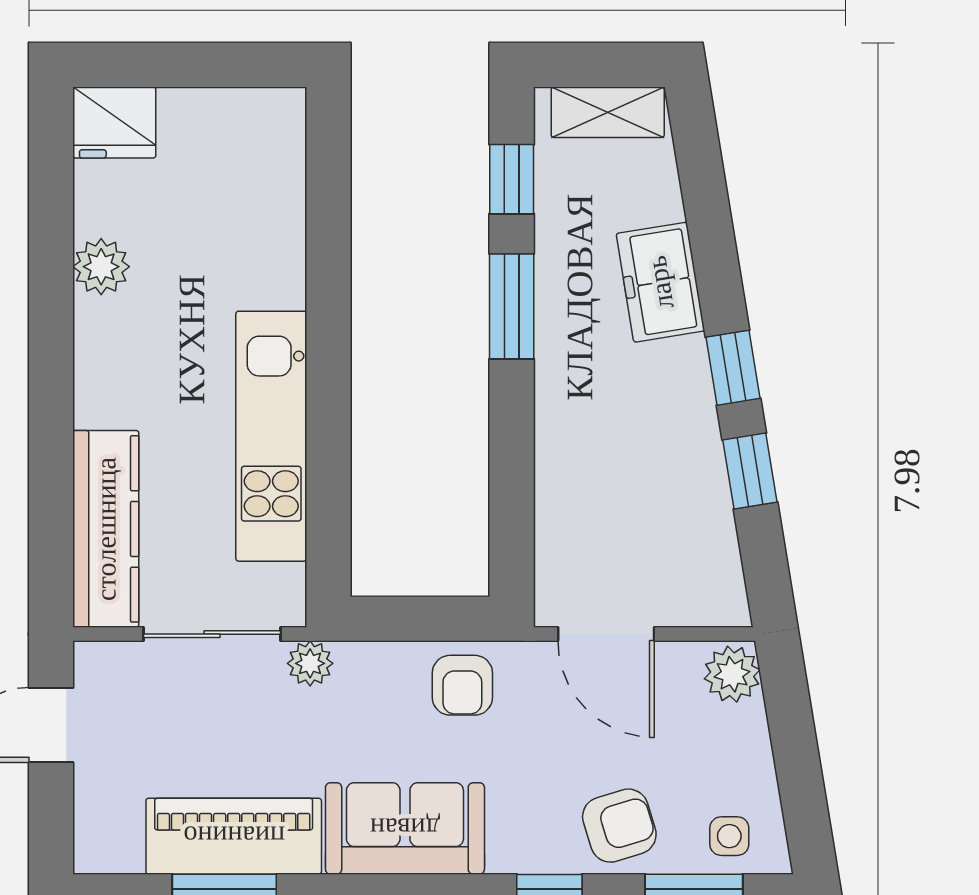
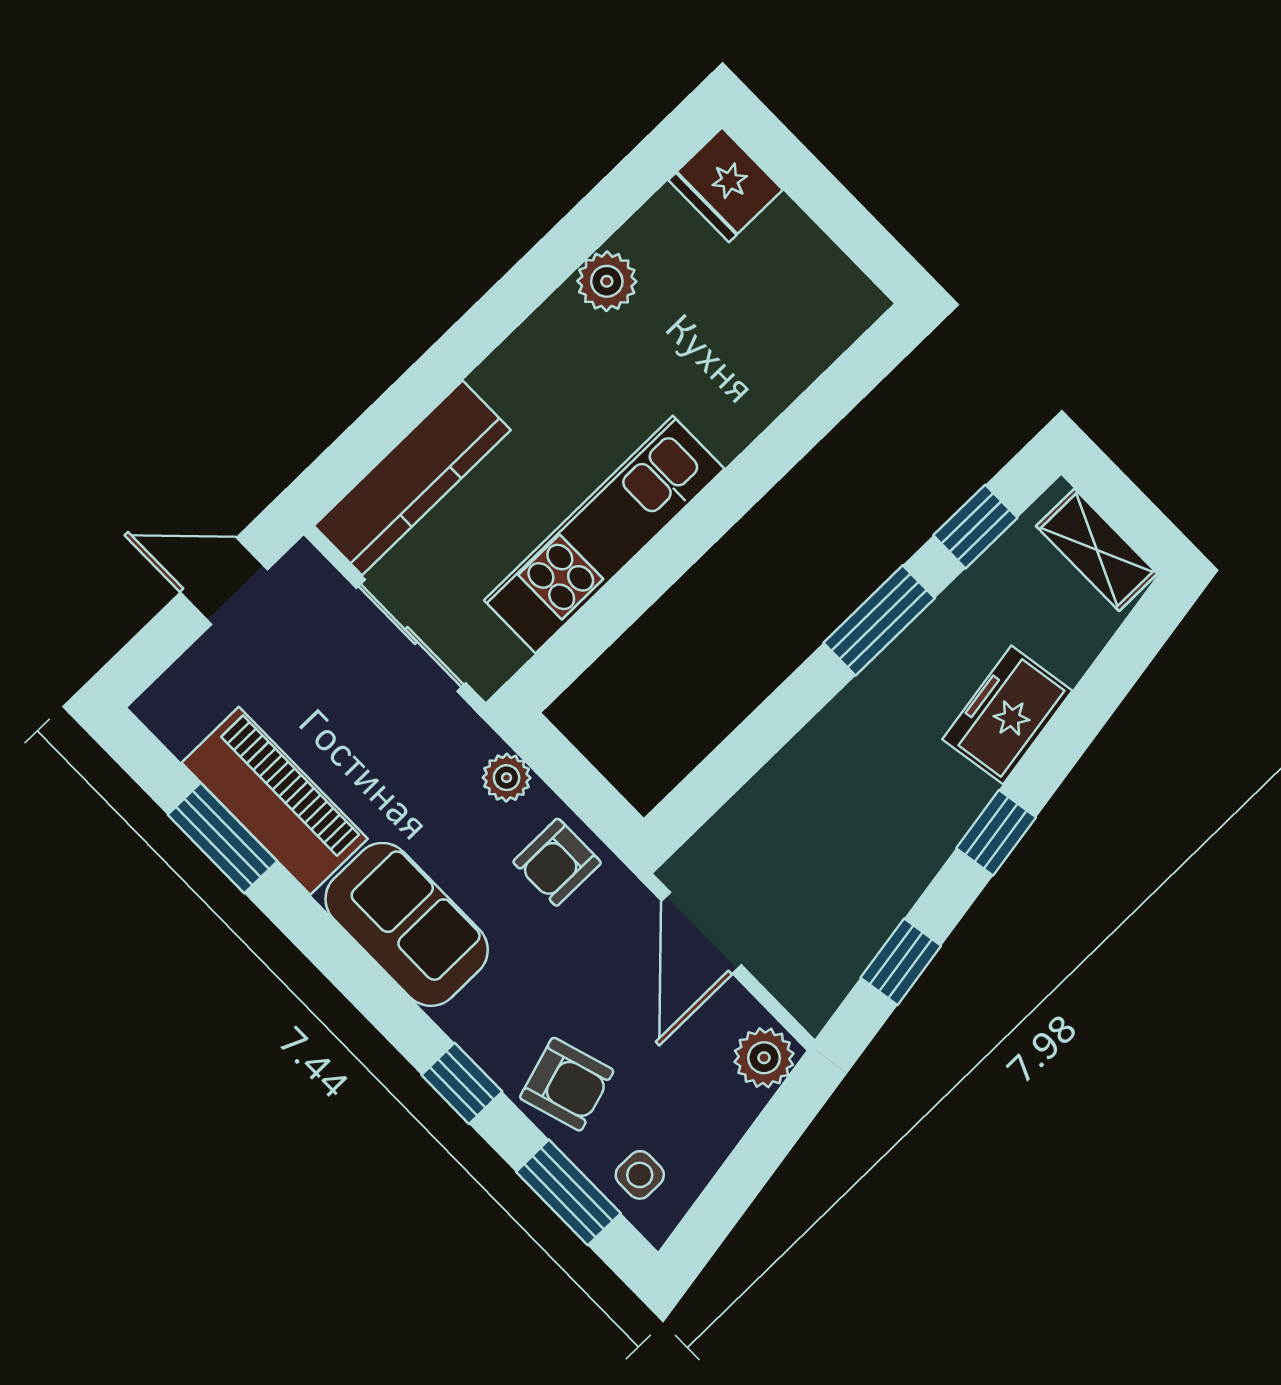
window: (750, 471) -> (901, 962), moved
plant: (310, 663) -> (507, 778), moved

